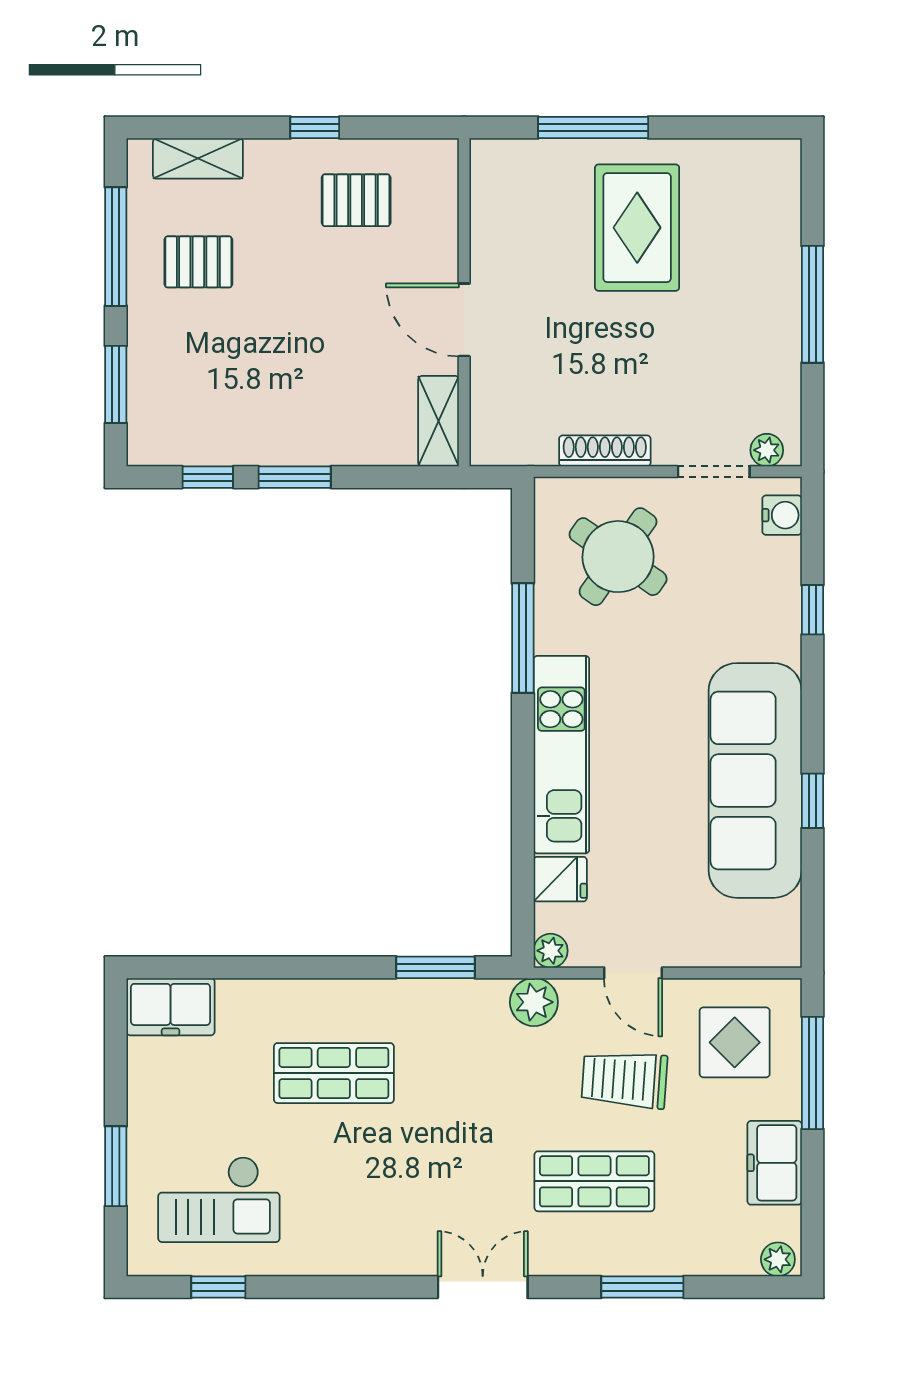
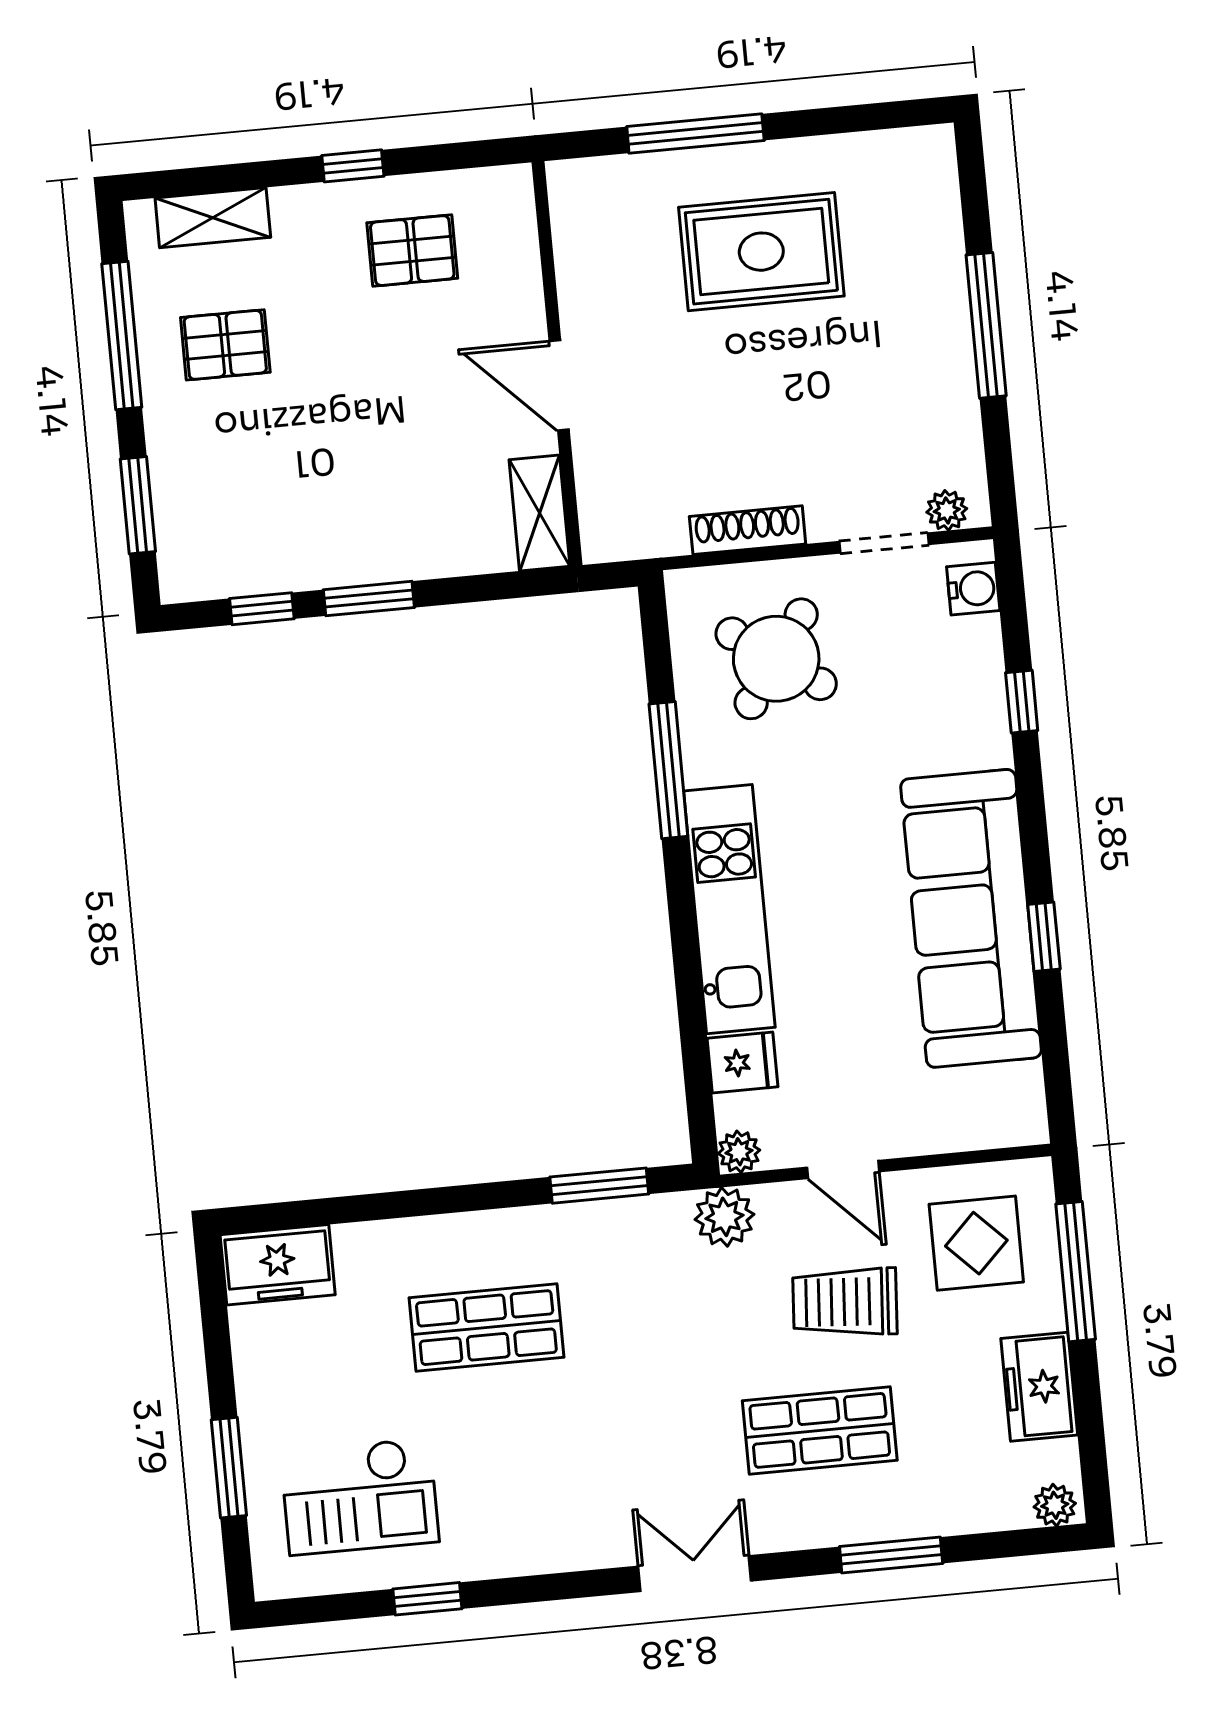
rug: (637, 228) -> (761, 252), turned 90
window: (218, 1287) -> (427, 1599), moved

